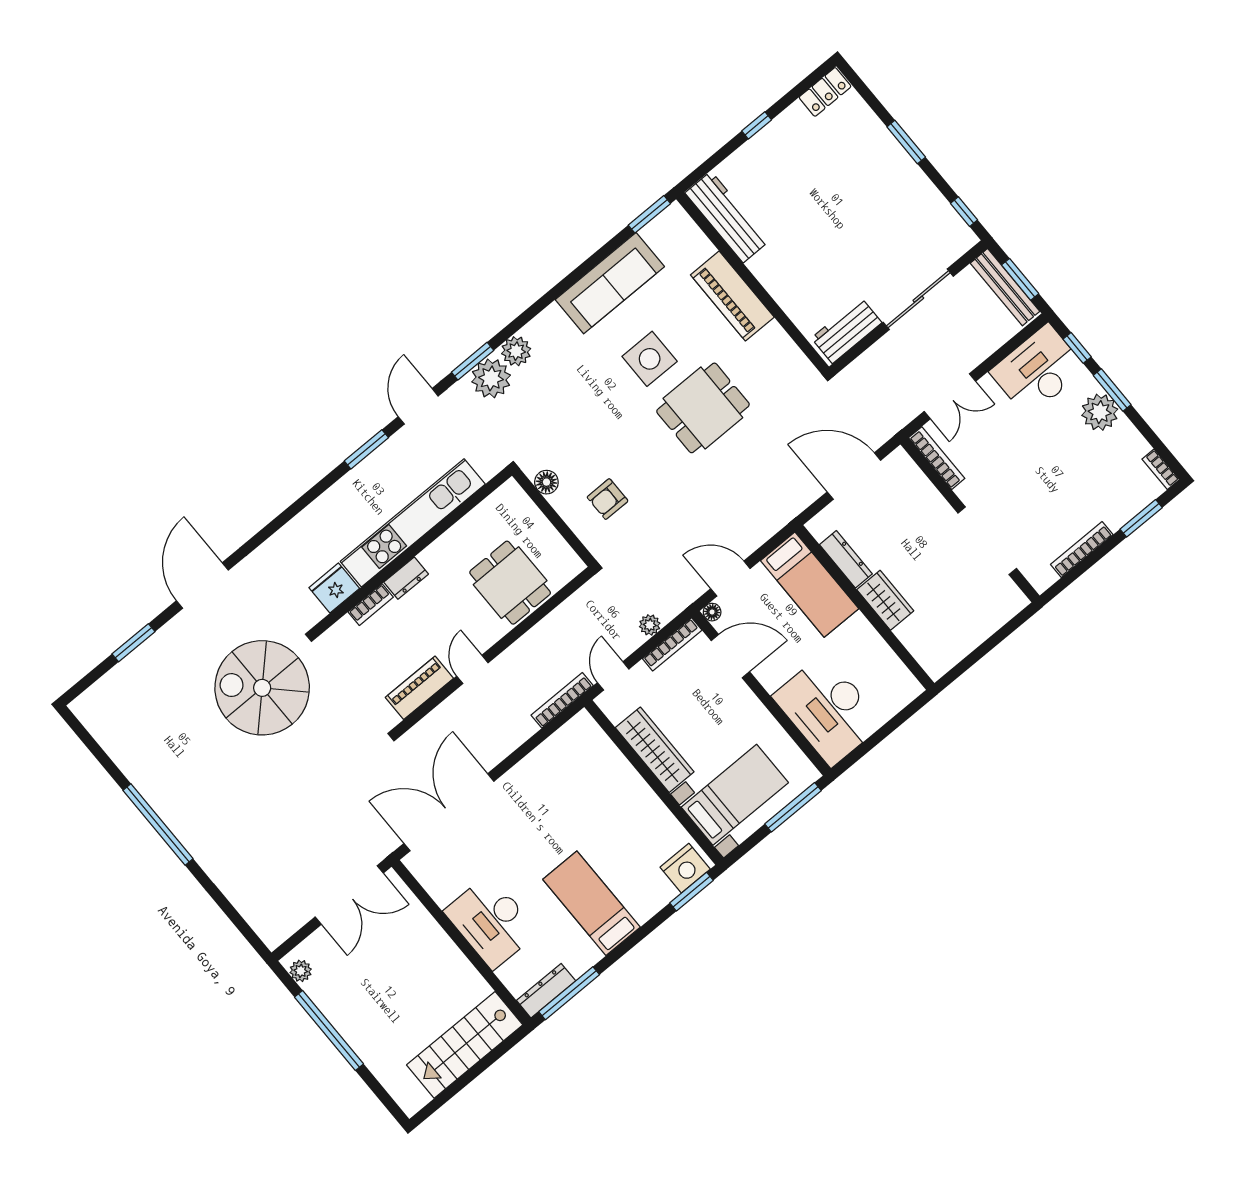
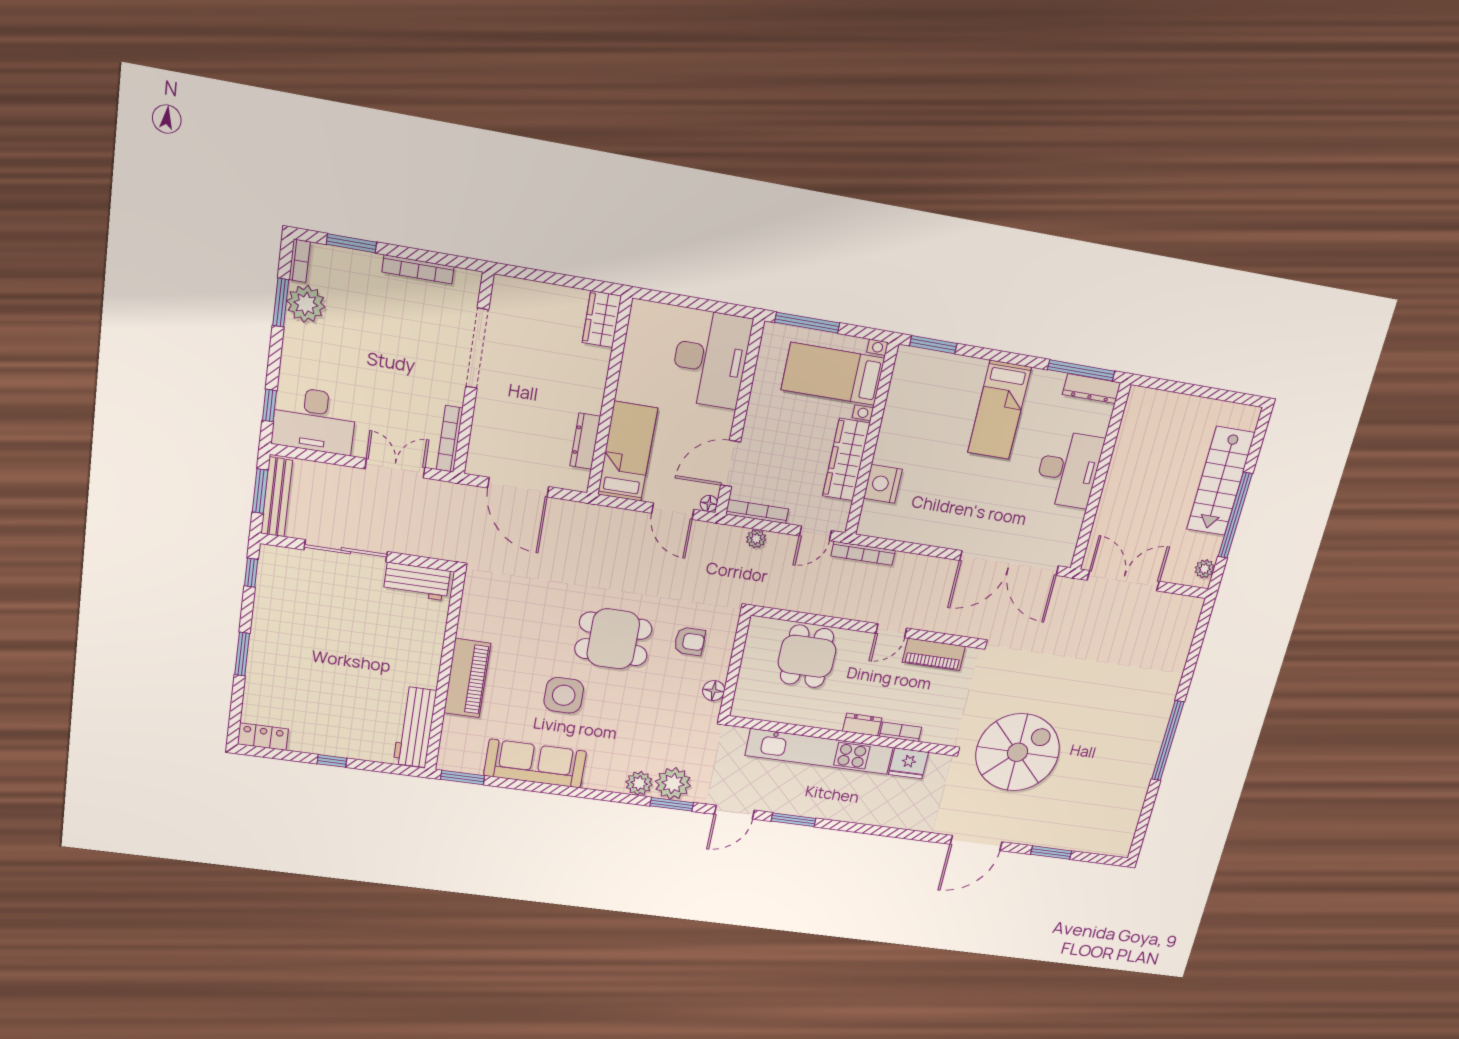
window: (1112, 390) -> (281, 303), moved
dining table: (703, 408) -> (613, 639), moved
plant: (1100, 412) -> (306, 304), moved
wardrobe: (885, 600) -> (602, 319), moved
door: (730, 656) -> (730, 464), hinge flipped
spiral stairs: (262, 688) -> (1018, 752), turned -90
nightstand: (685, 868) -> (883, 484), moved, turned -90
stairs: (465, 1045) -> (1221, 481), moved, turned 90

